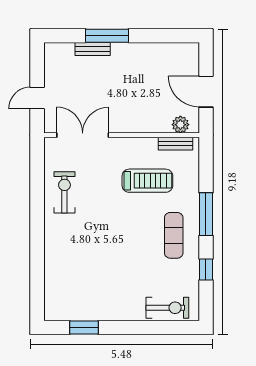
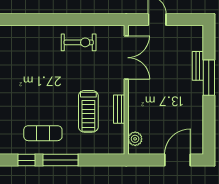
door: (206, 92) -> (177, 160), moved
bench: (176, 144) -> (119, 109), moved
window: (206, 269) -> (27, 160), moved

